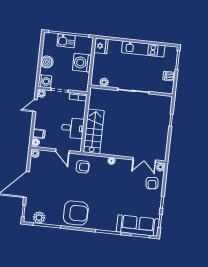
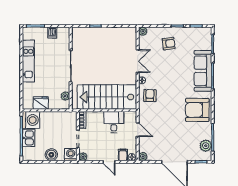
fridge: (101, 46) -> (41, 103), moved
washing machine: (82, 63) -> (31, 120), moved, turned -90
door: (35, 106) -> (109, 162), moved
stairs: (94, 131) -> (107, 97), width x1.36, depth x1.51
door: (63, 151) -> (138, 130), hinge flipped
double door: (144, 160) -> (138, 61), moved
armchair: (83, 167) -> (150, 96), moved
armchair: (152, 183) -> (169, 44), moved
armchair: (76, 213) -> (197, 110), turned -90
sofa: (138, 225) -> (203, 71), moved

